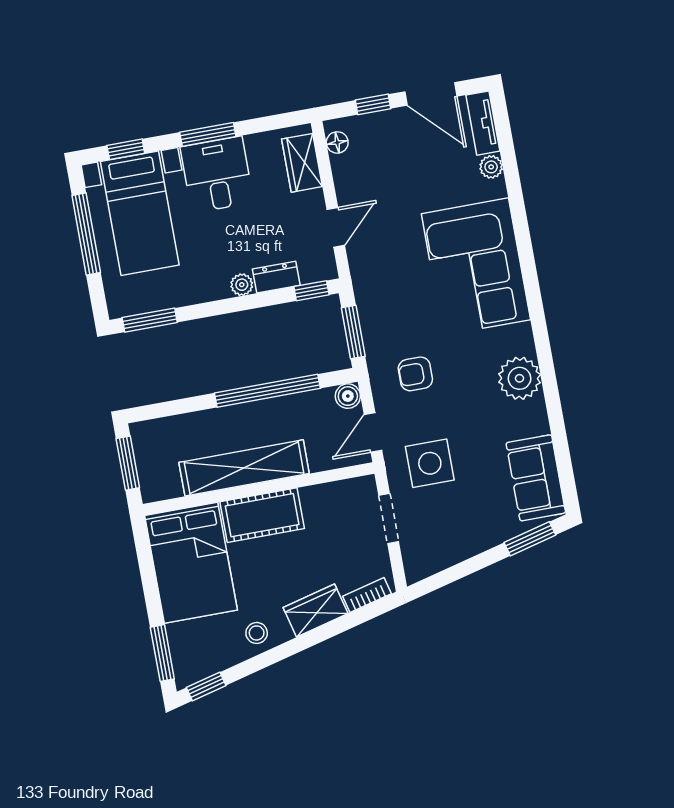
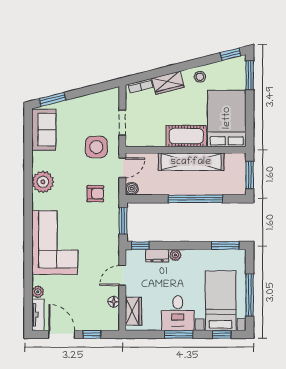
floor lamp: (337, 142) -> (114, 302), moved
window: (267, 391) -> (196, 199), moved

